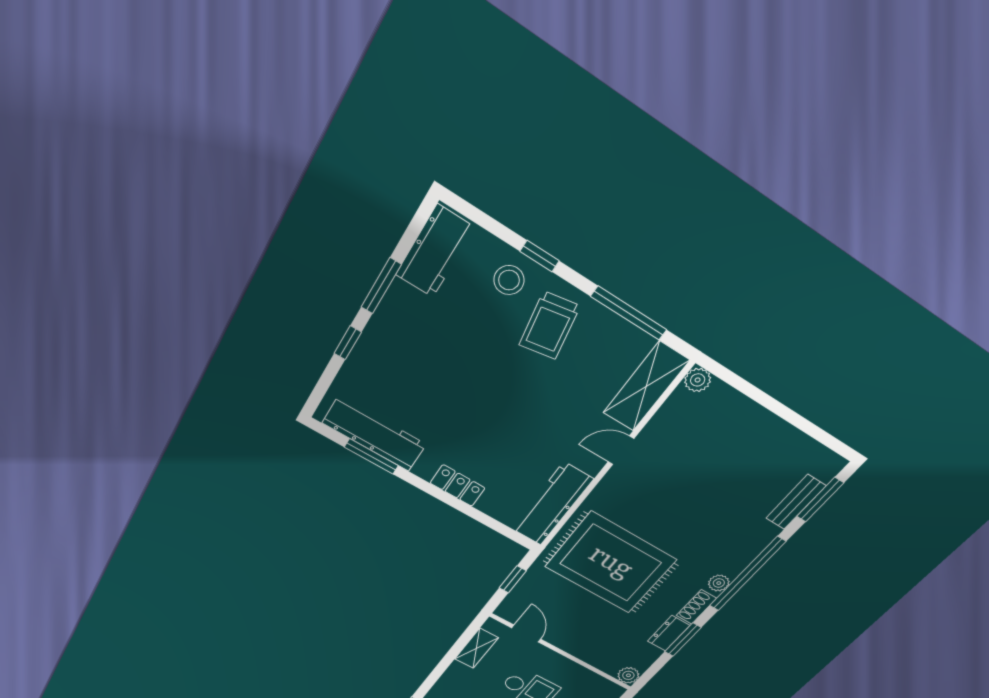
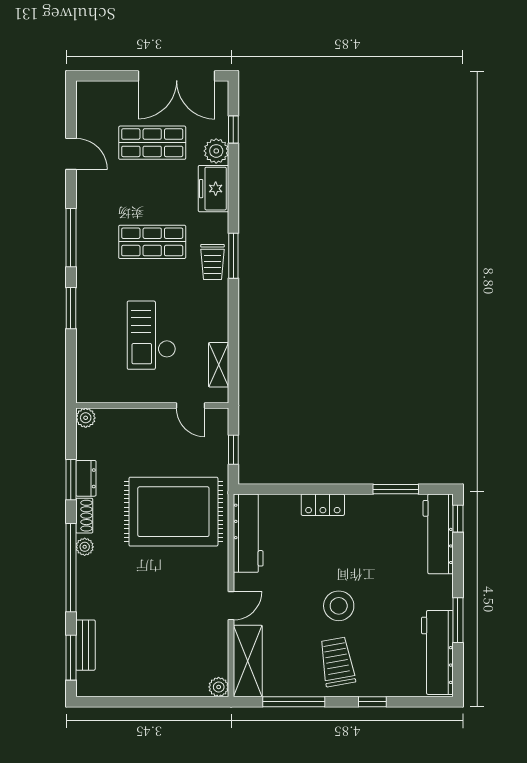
workbench: (435, 251) -> (437, 652), width x1.38
stool: (509, 280) -> (339, 606), moved, width x1.38, depth x1.38
window: (348, 343) -> (458, 519), moved
workbench: (374, 434) -> (438, 534), moved, turned 90

